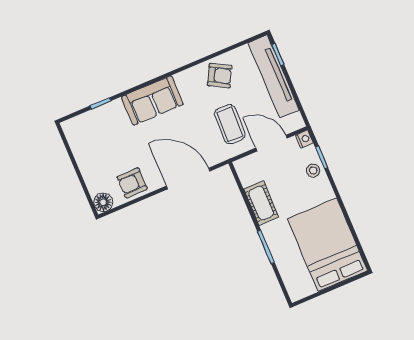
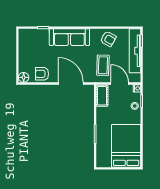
sofa: (152, 101) -> (69, 37), width x1.36
cot: (261, 203) -> (102, 96), moved

